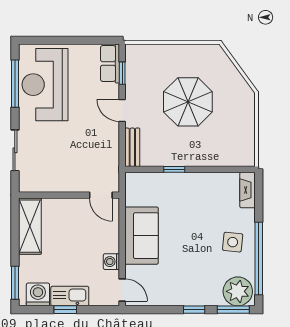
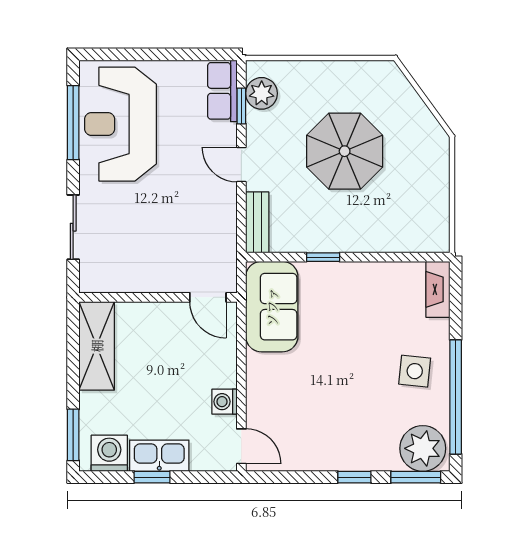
plant: (135, 65) -> (262, 93), added
sofa: (142, 236) -> (272, 307), moved

